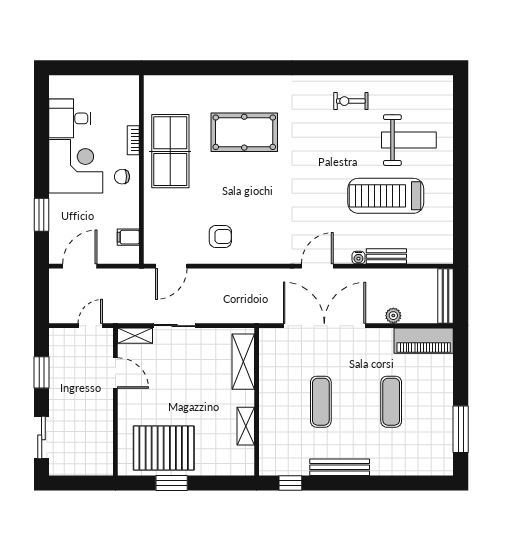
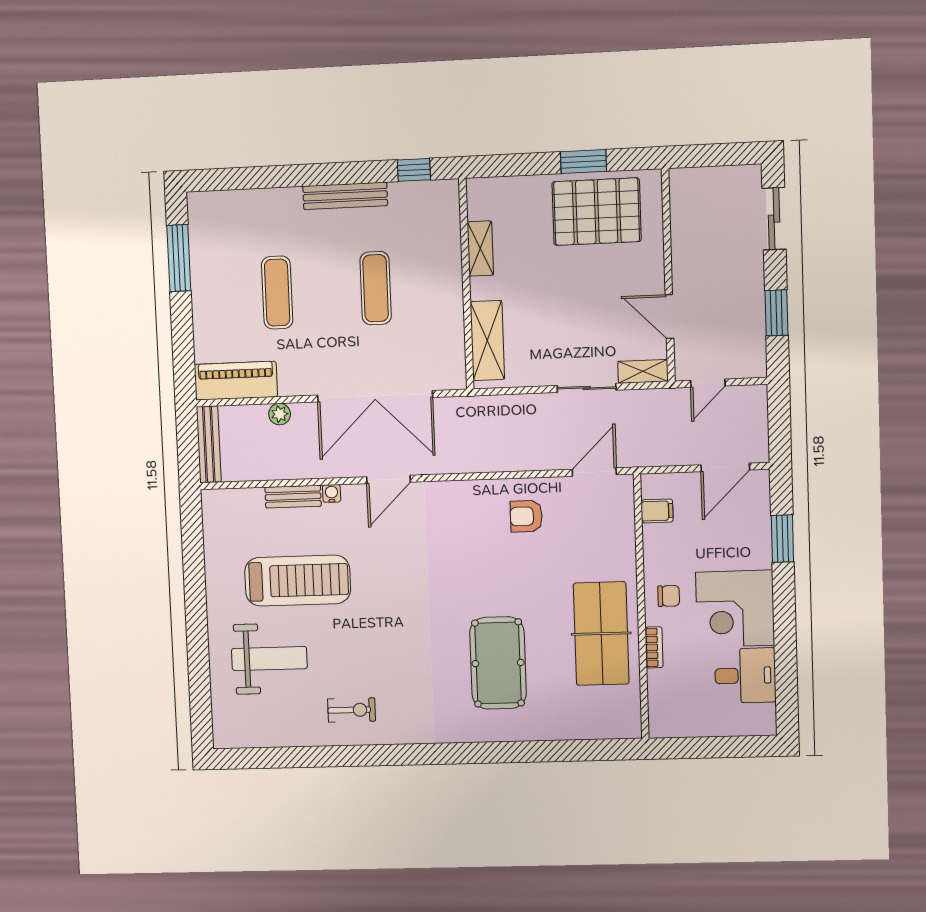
pool table: (244, 132) -> (498, 663), turned 90
weight bench: (409, 140) -> (269, 659), turned 180

